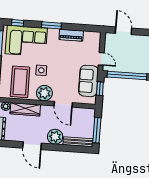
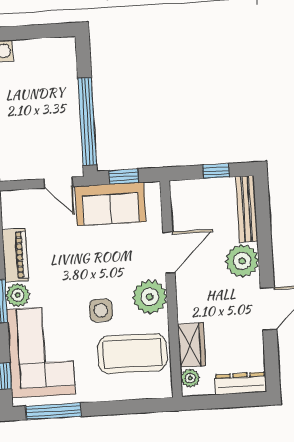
plant: (53, 34) -> (18, 295), added
door: (101, 59) -> (58, 183), swing flipped
wardrobe: (25, 109) -> (192, 345), width x0.67
window: (97, 130) -> (216, 171), width x0.46

